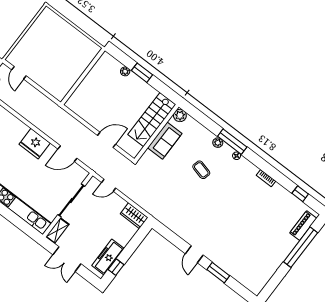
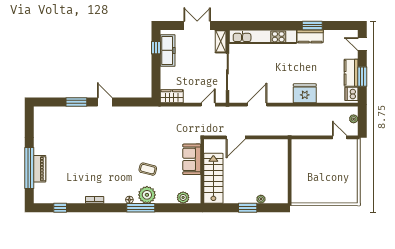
plant: (180, 115) -> (183, 197), moved
sofa: (165, 141) -> (192, 159), moved
plant: (218, 143) -> (147, 195), width x1.88, depth x1.88
fridge: (35, 144) -> (305, 93), moved
piano: (303, 226) -> (40, 169), moved

